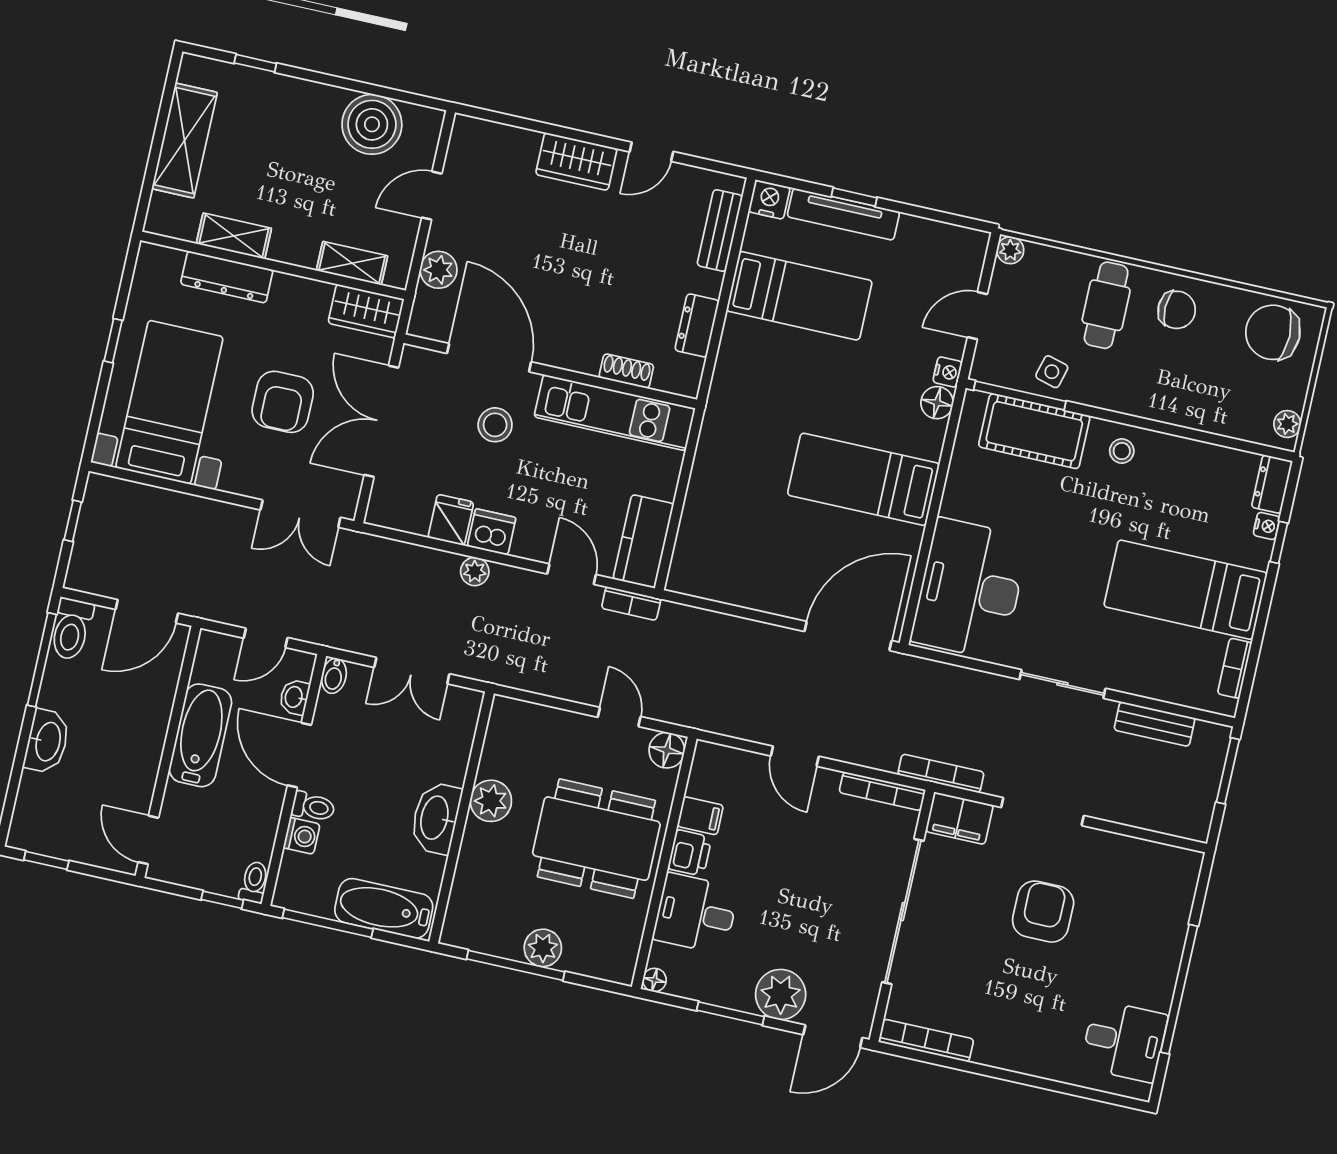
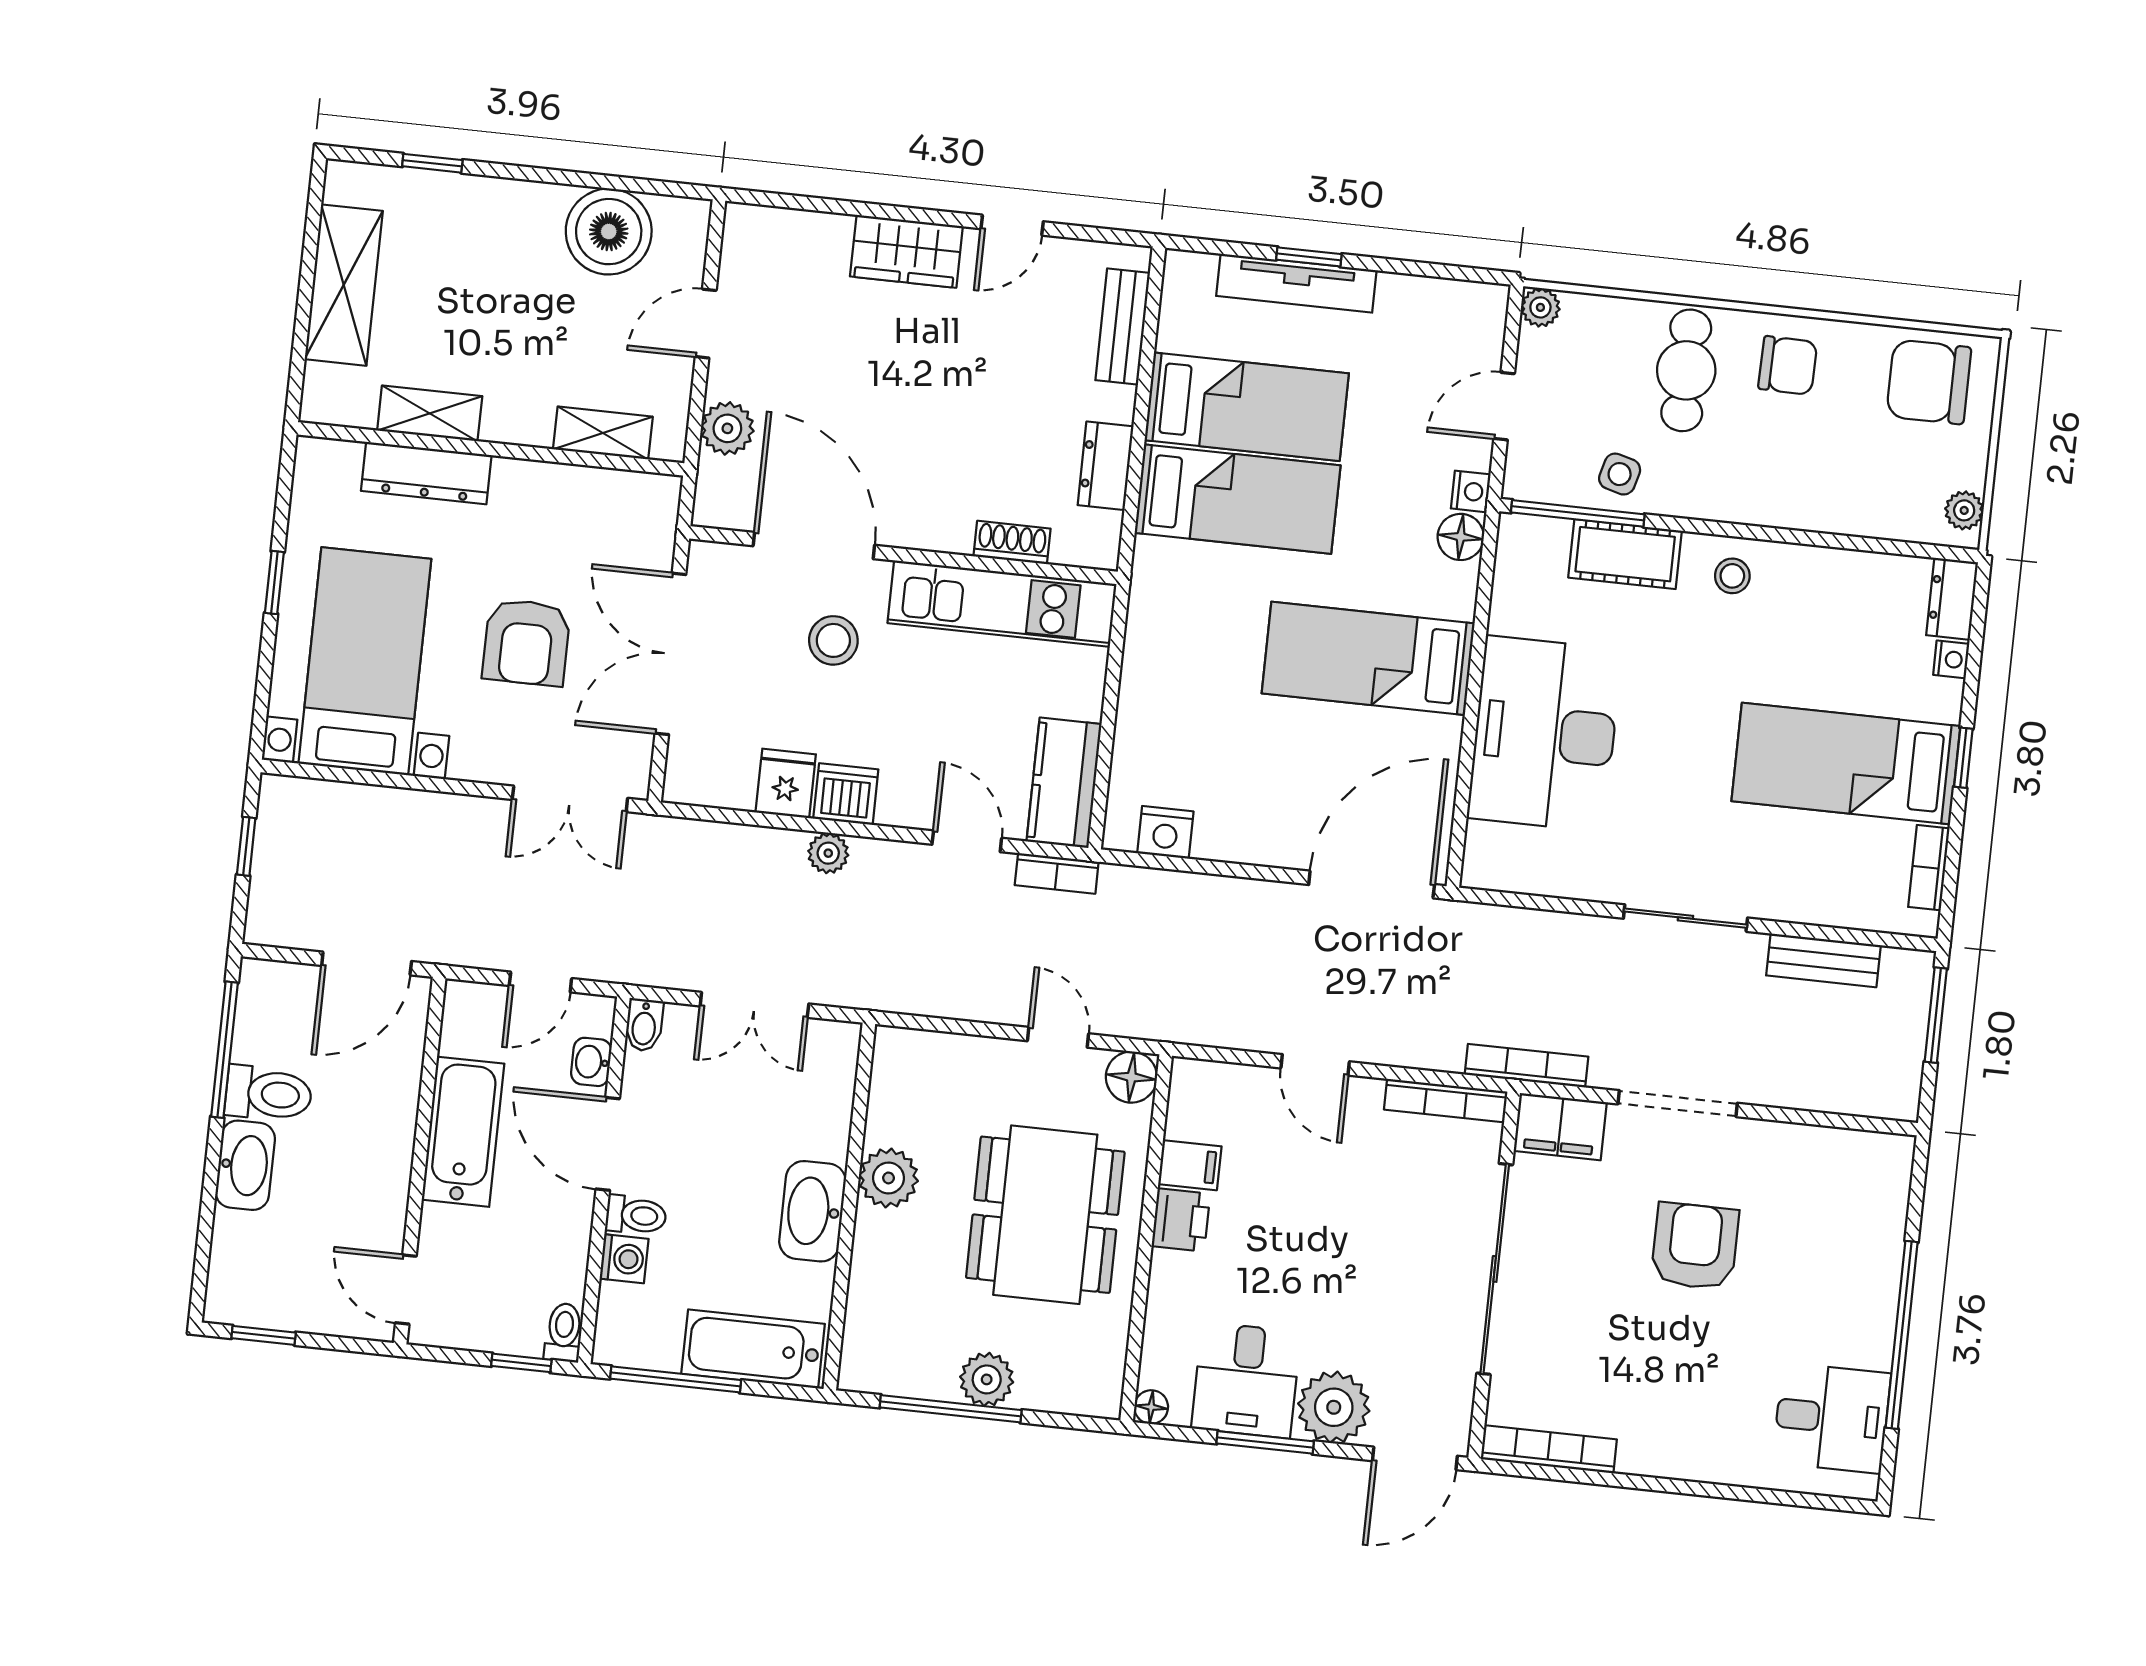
nightstand: (769, 199) -> (1165, 832), moved, turned 180
wardrobe: (366, 311) -> (631, 499), removed
bed: (786, 359) -> (1238, 499), added
cot: (1034, 431) -> (1625, 554), width x0.73, depth x0.75
window: (1279, 542) -> (1963, 758), moved
desk: (970, 589) -> (1545, 734), moved
toilet: (71, 629) -> (269, 1094), moved, turned -90
dining table: (596, 839) -> (1045, 1215), turned 90
desk: (696, 913) -> (1246, 1380), moved, turned -90

